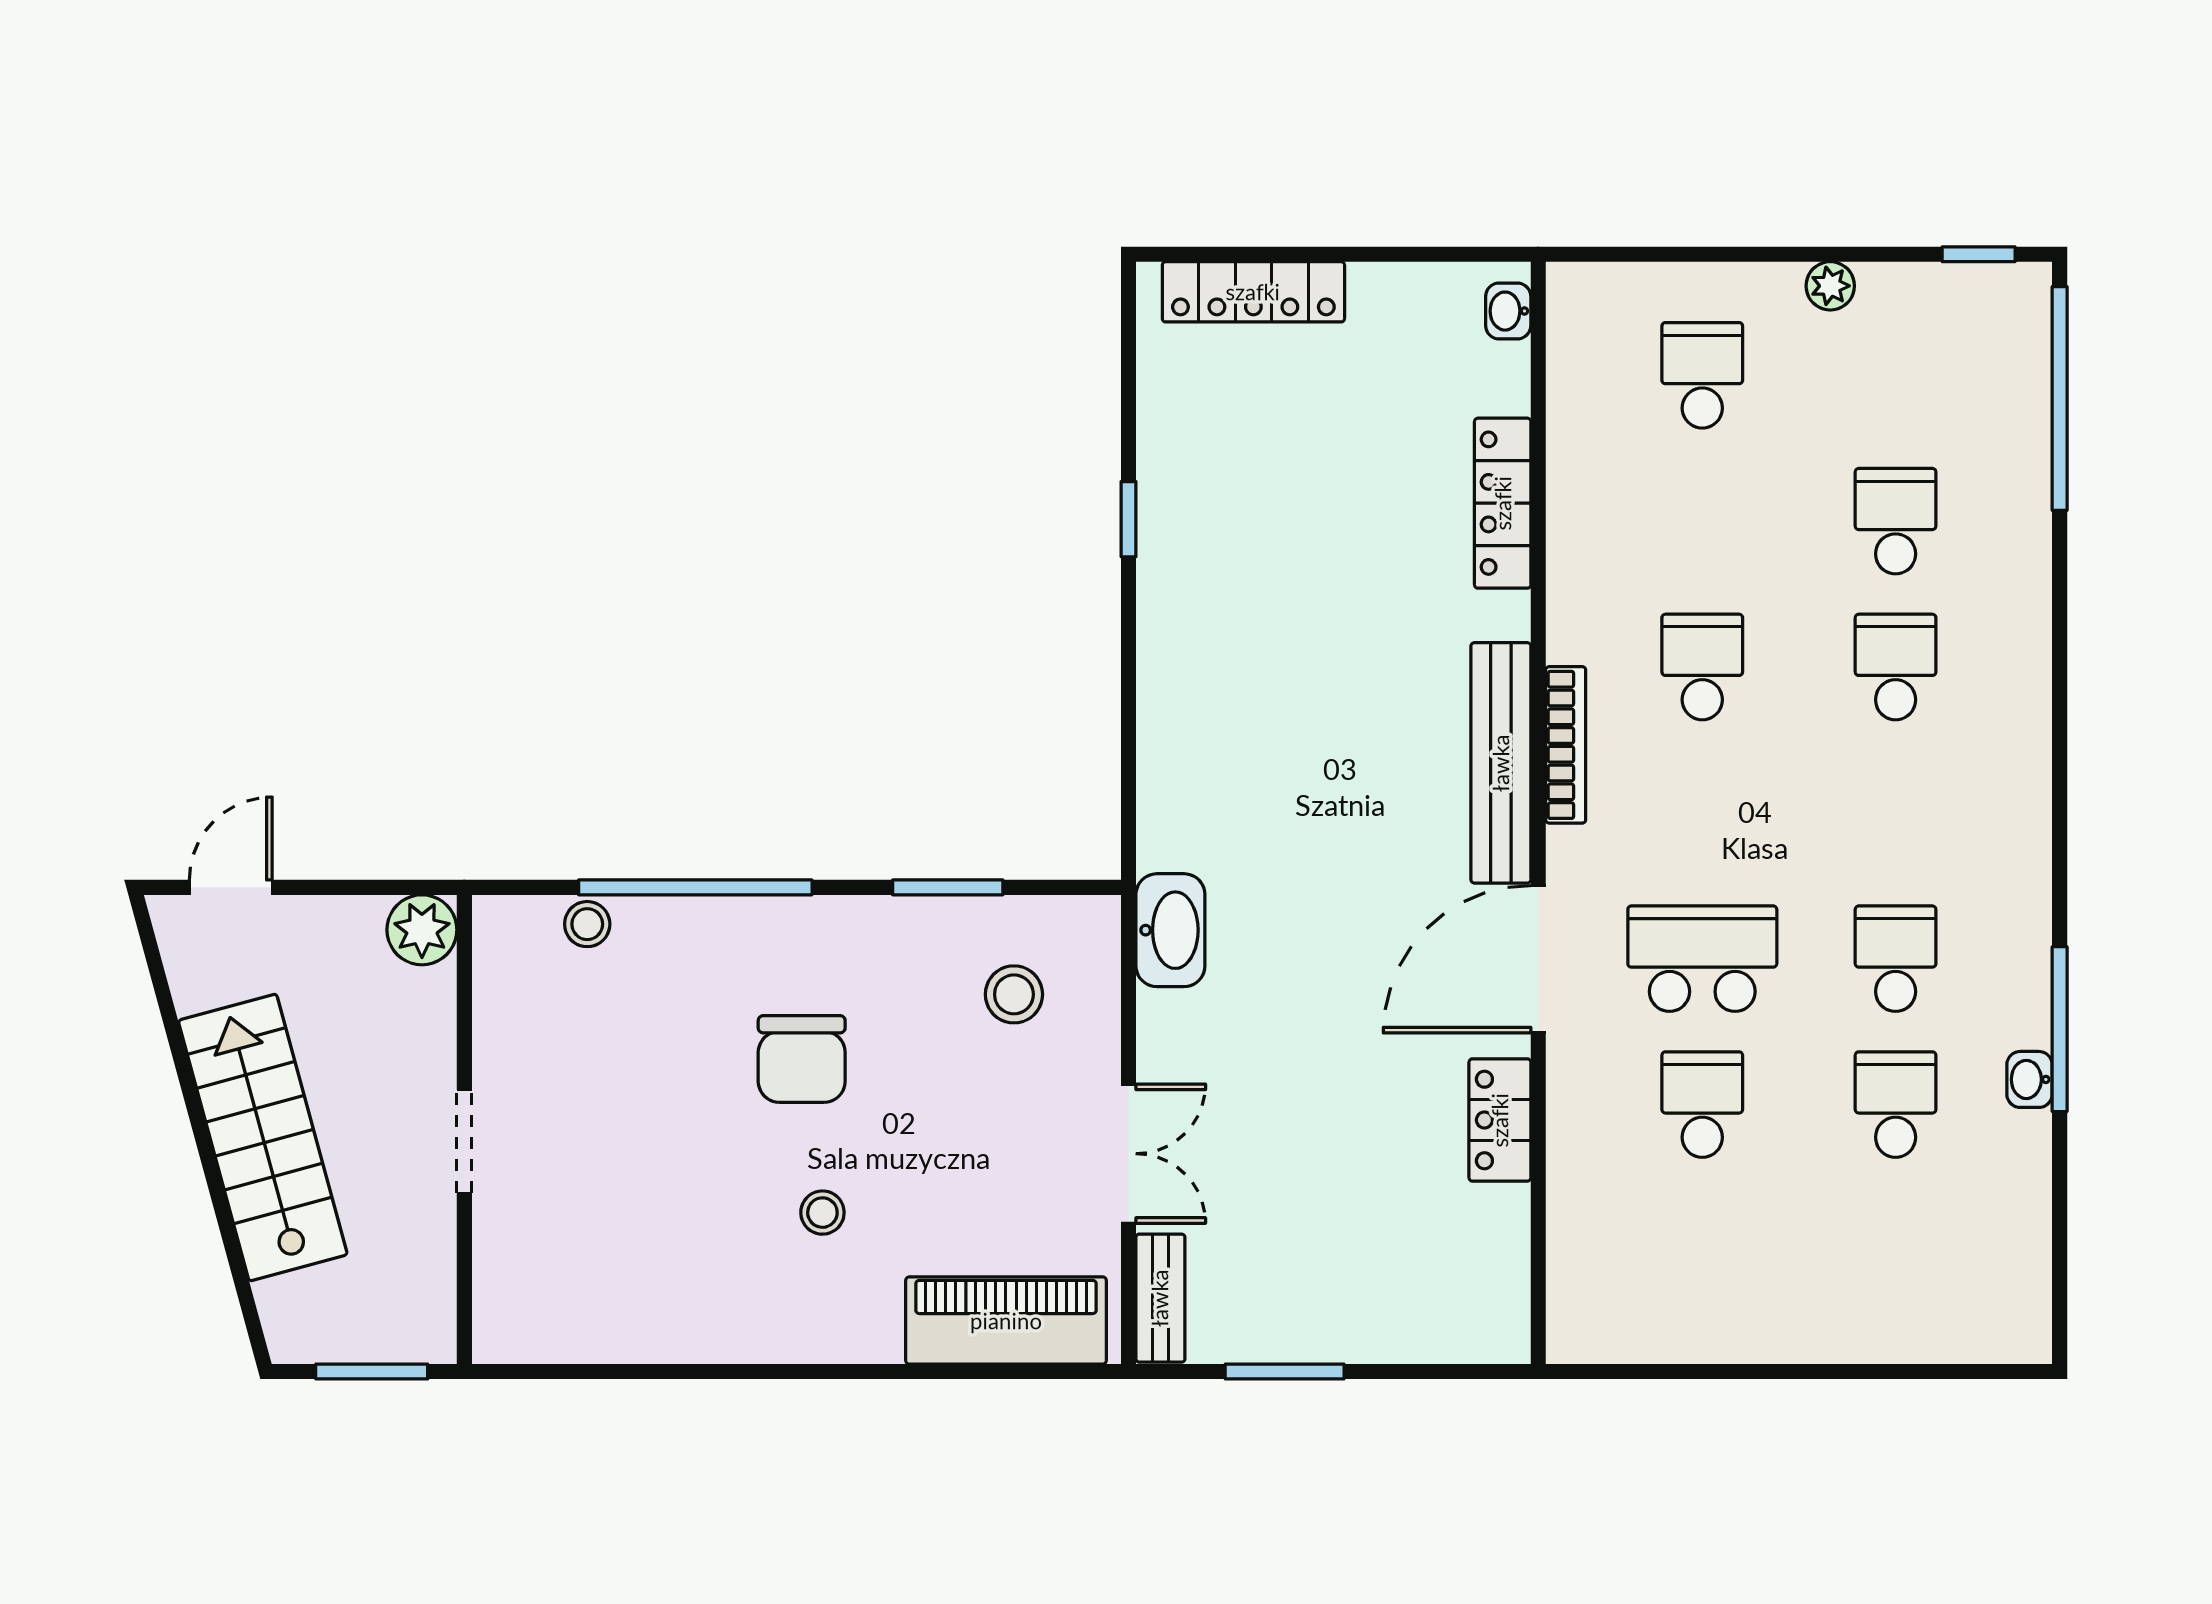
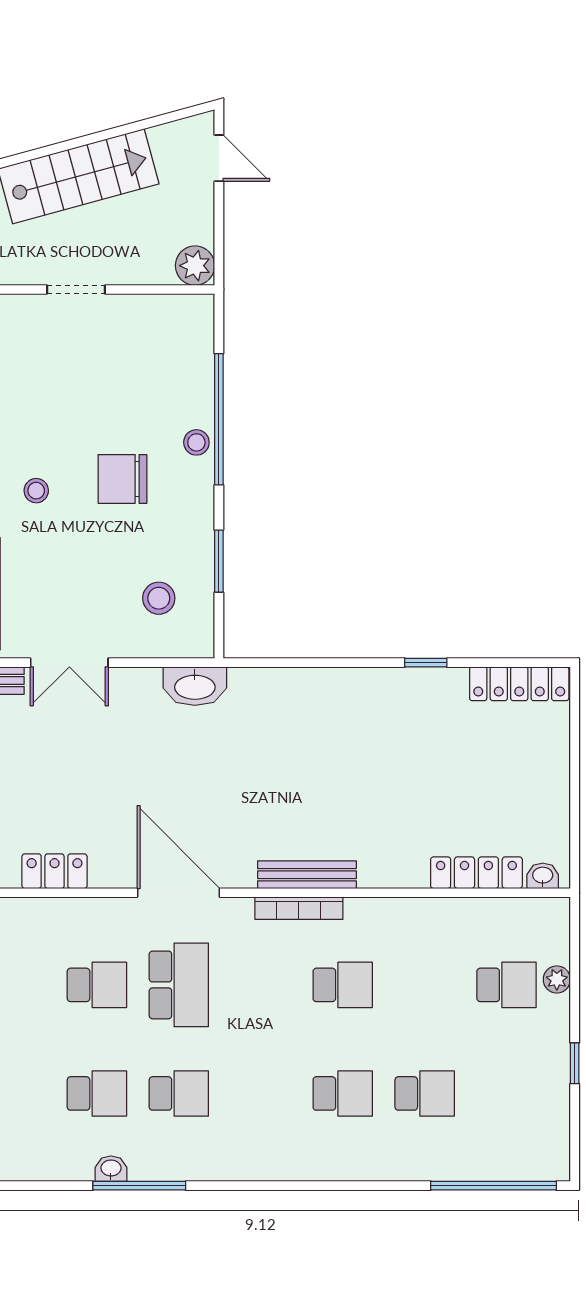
window: (1979, 254) -> (575, 1063), moved
plant: (1830, 286) -> (557, 979), moved
locker: (1253, 292) -> (519, 684), moved, turned -90
locker: (1503, 503) -> (476, 873), moved
bench: (1501, 763) -> (307, 875), width x0.73, depth x0.82
stool: (587, 924) -> (196, 442), moved
locker: (1500, 1120) -> (55, 871), moved

